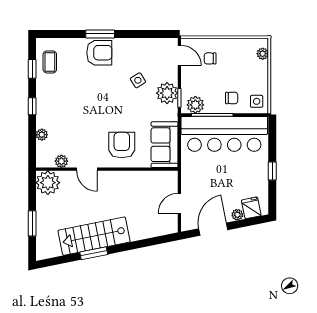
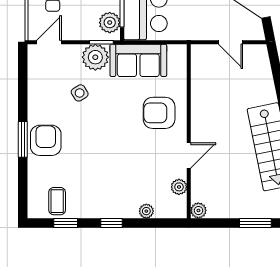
coffee table: (50, 62) -> (57, 201), turned 90
sofa: (165, 145) -> (138, 60), moved
plant: (48, 183) -> (198, 210), width x0.53, depth x0.53

